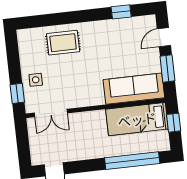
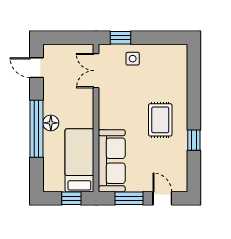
window: (121, 12) -> (194, 140), moved
rug: (63, 43) -> (160, 120), moved
floor lamp: (105, 150) -> (51, 123), added
window: (132, 161) -> (36, 129), moved

